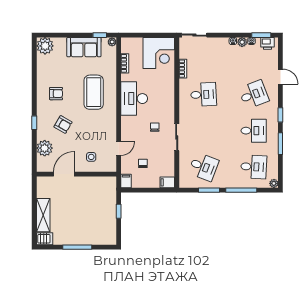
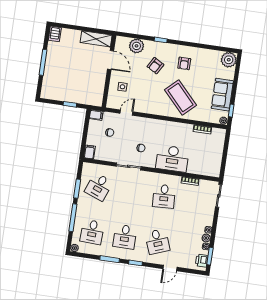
corner desk: (159, 53) -> (207, 161), removed
coffee table: (94, 92) -> (180, 98), turned 47
desk: (134, 99) -> (172, 159), moved, turned 180
door: (119, 149) -> (126, 113), swing flipped
shelving: (43, 215) -> (96, 39), moved

